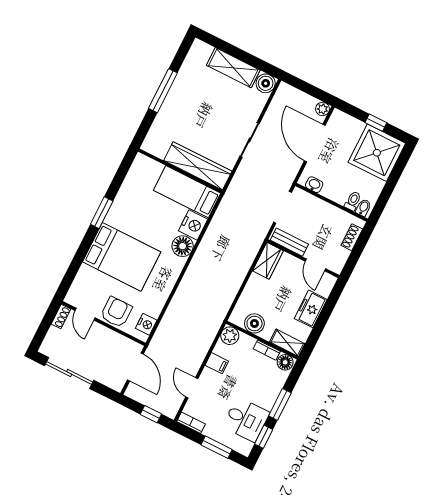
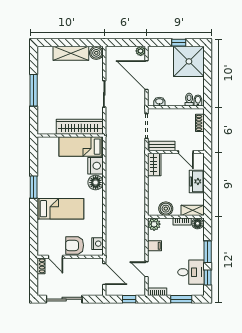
bed: (122, 257) -> (60, 209), width x0.67
armchair: (116, 312) -> (75, 245), turned -90

